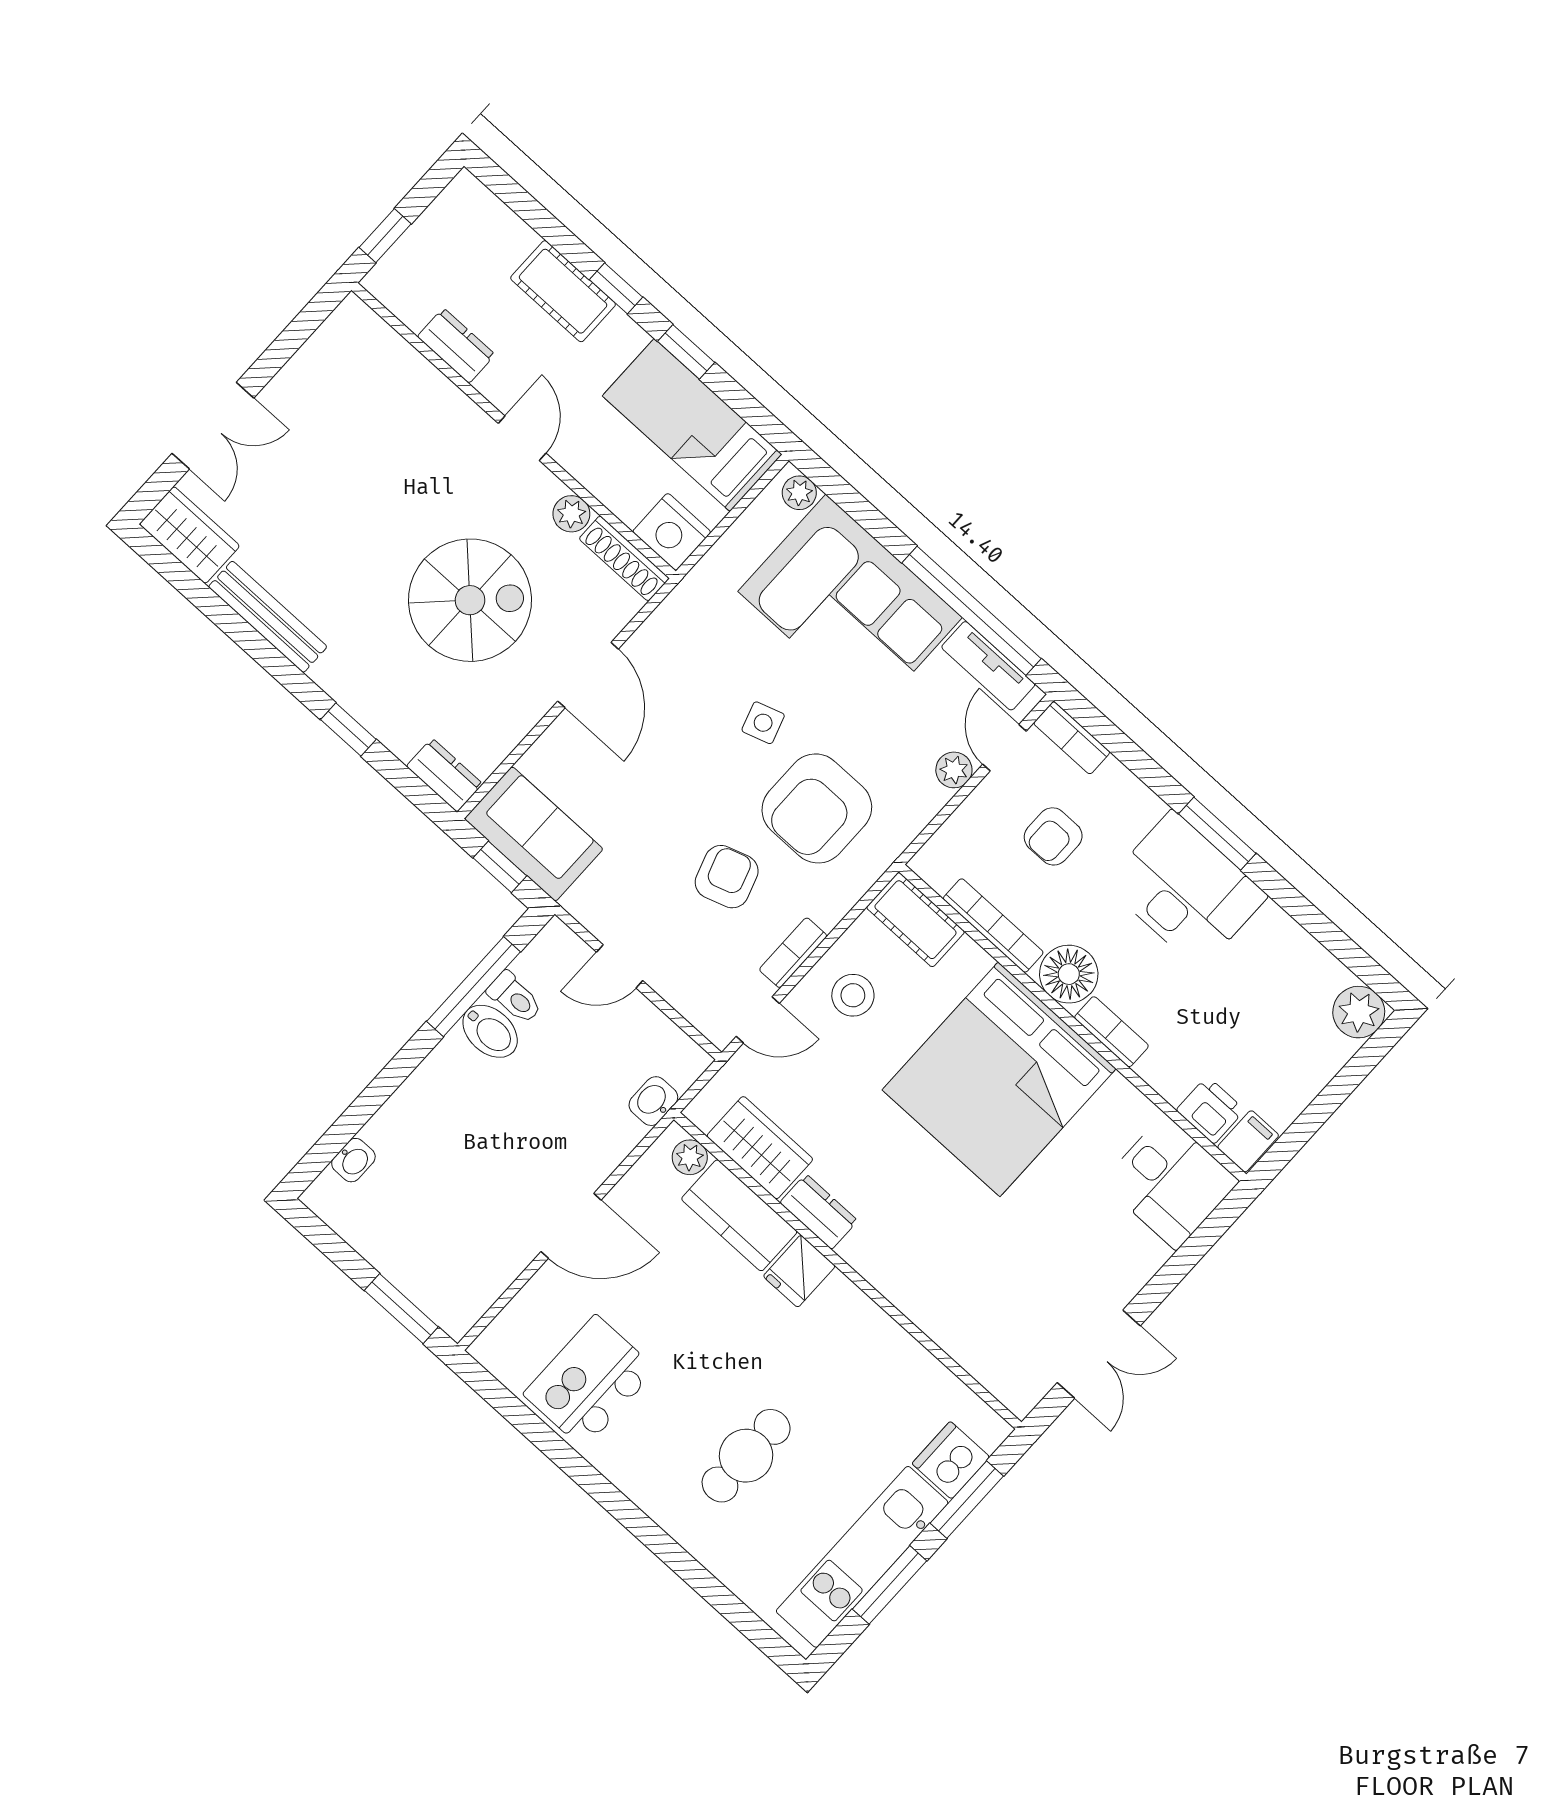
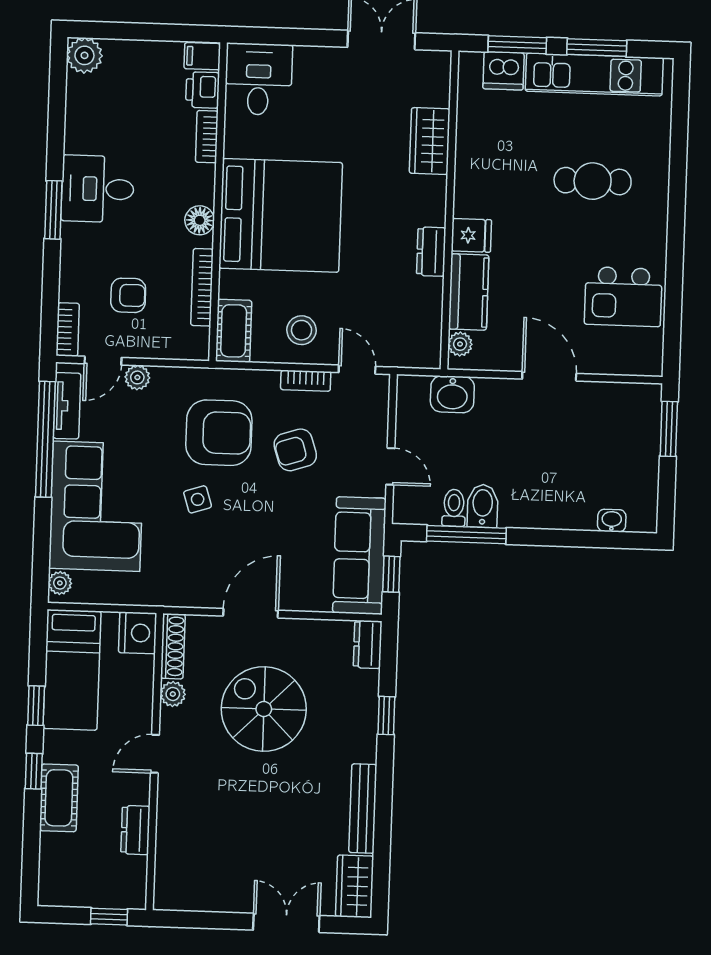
sofa: (534, 834) -> (359, 556), width x1.36
desk: (1186, 890) -> (98, 189), width x0.73
floor lamp: (1069, 974) -> (200, 220), width x0.73, depth x0.73
bookcase: (1111, 1032) -> (207, 137), moved
washbasin: (653, 1101) -> (452, 394), width x1.38, depth x1.45
wardrobe: (760, 1148) -> (430, 141), moved

